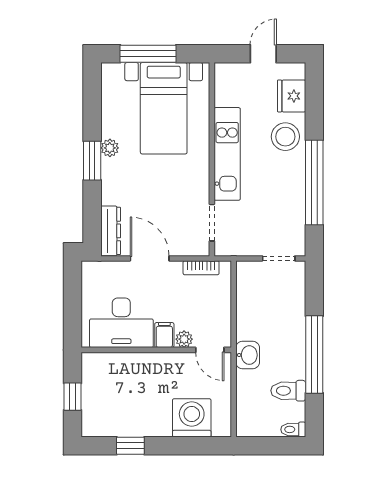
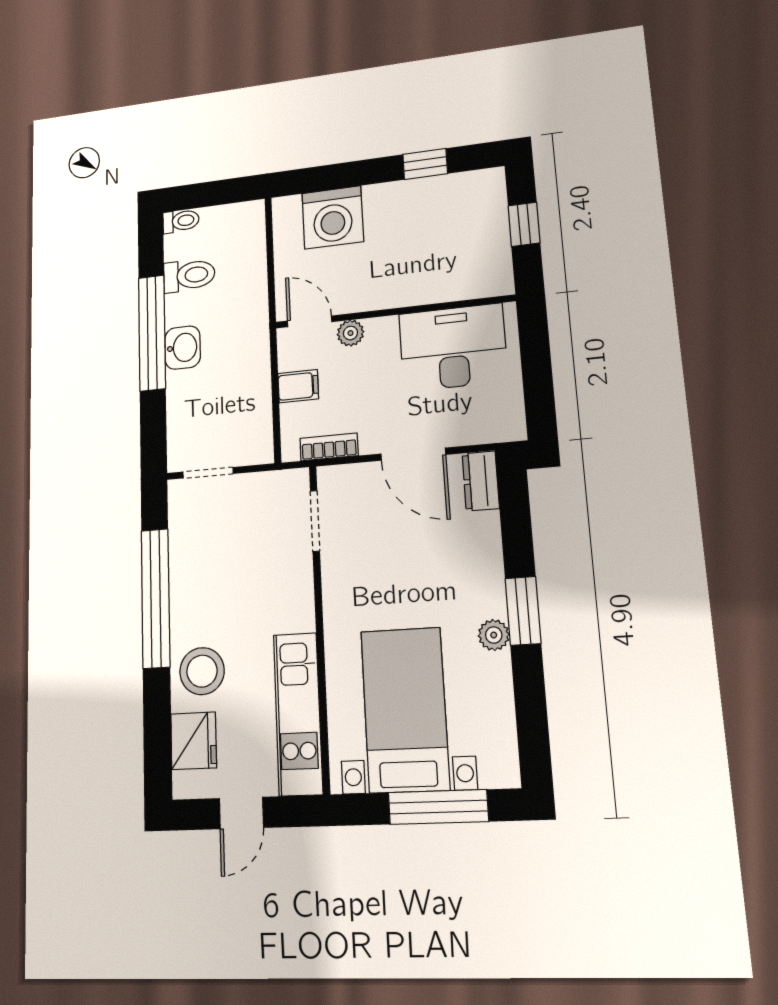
kitchen unit: (227, 154) -> (298, 714), moved
dresser: (111, 231) -> (481, 481), width x0.70
filing cabinet: (164, 335) -> (298, 386), moved, turned -90
washbasin: (248, 355) -> (183, 348), moved, turned 180

